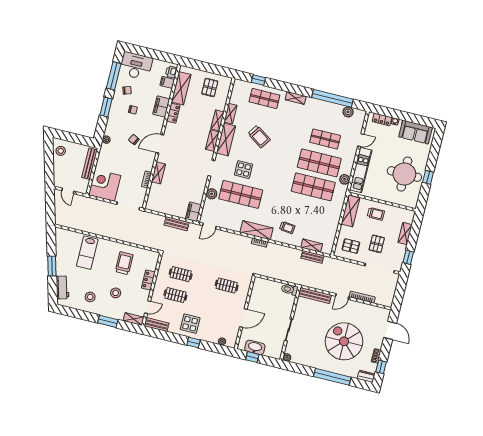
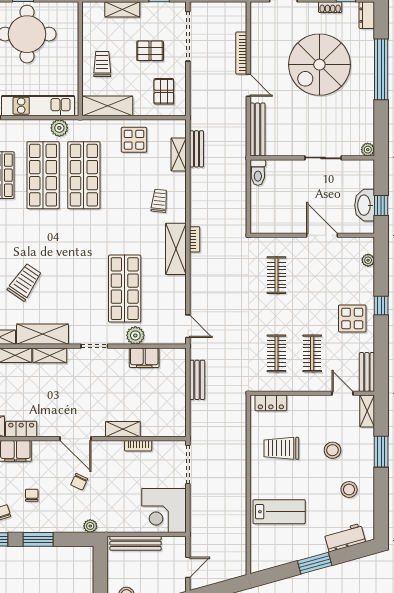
display table: (244, 170) -> (134, 140), moved
filing cabinet: (193, 212) -> (144, 358), moved
locker: (148, 280) -> (271, 403), moved

